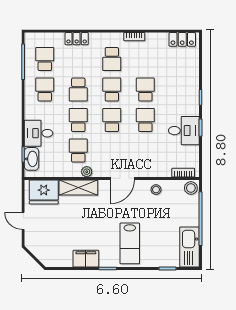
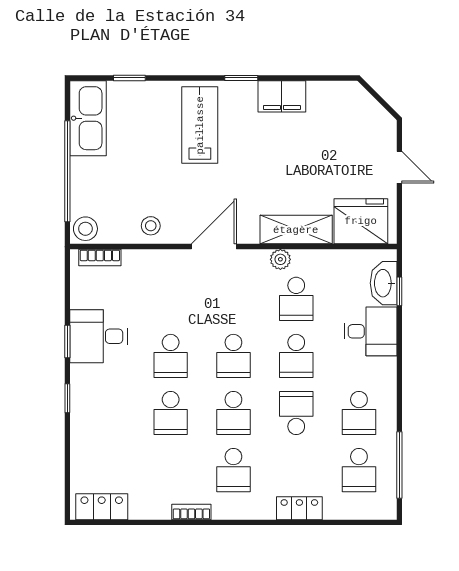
school desk: (112, 59) -> (233, 470), turned 180

